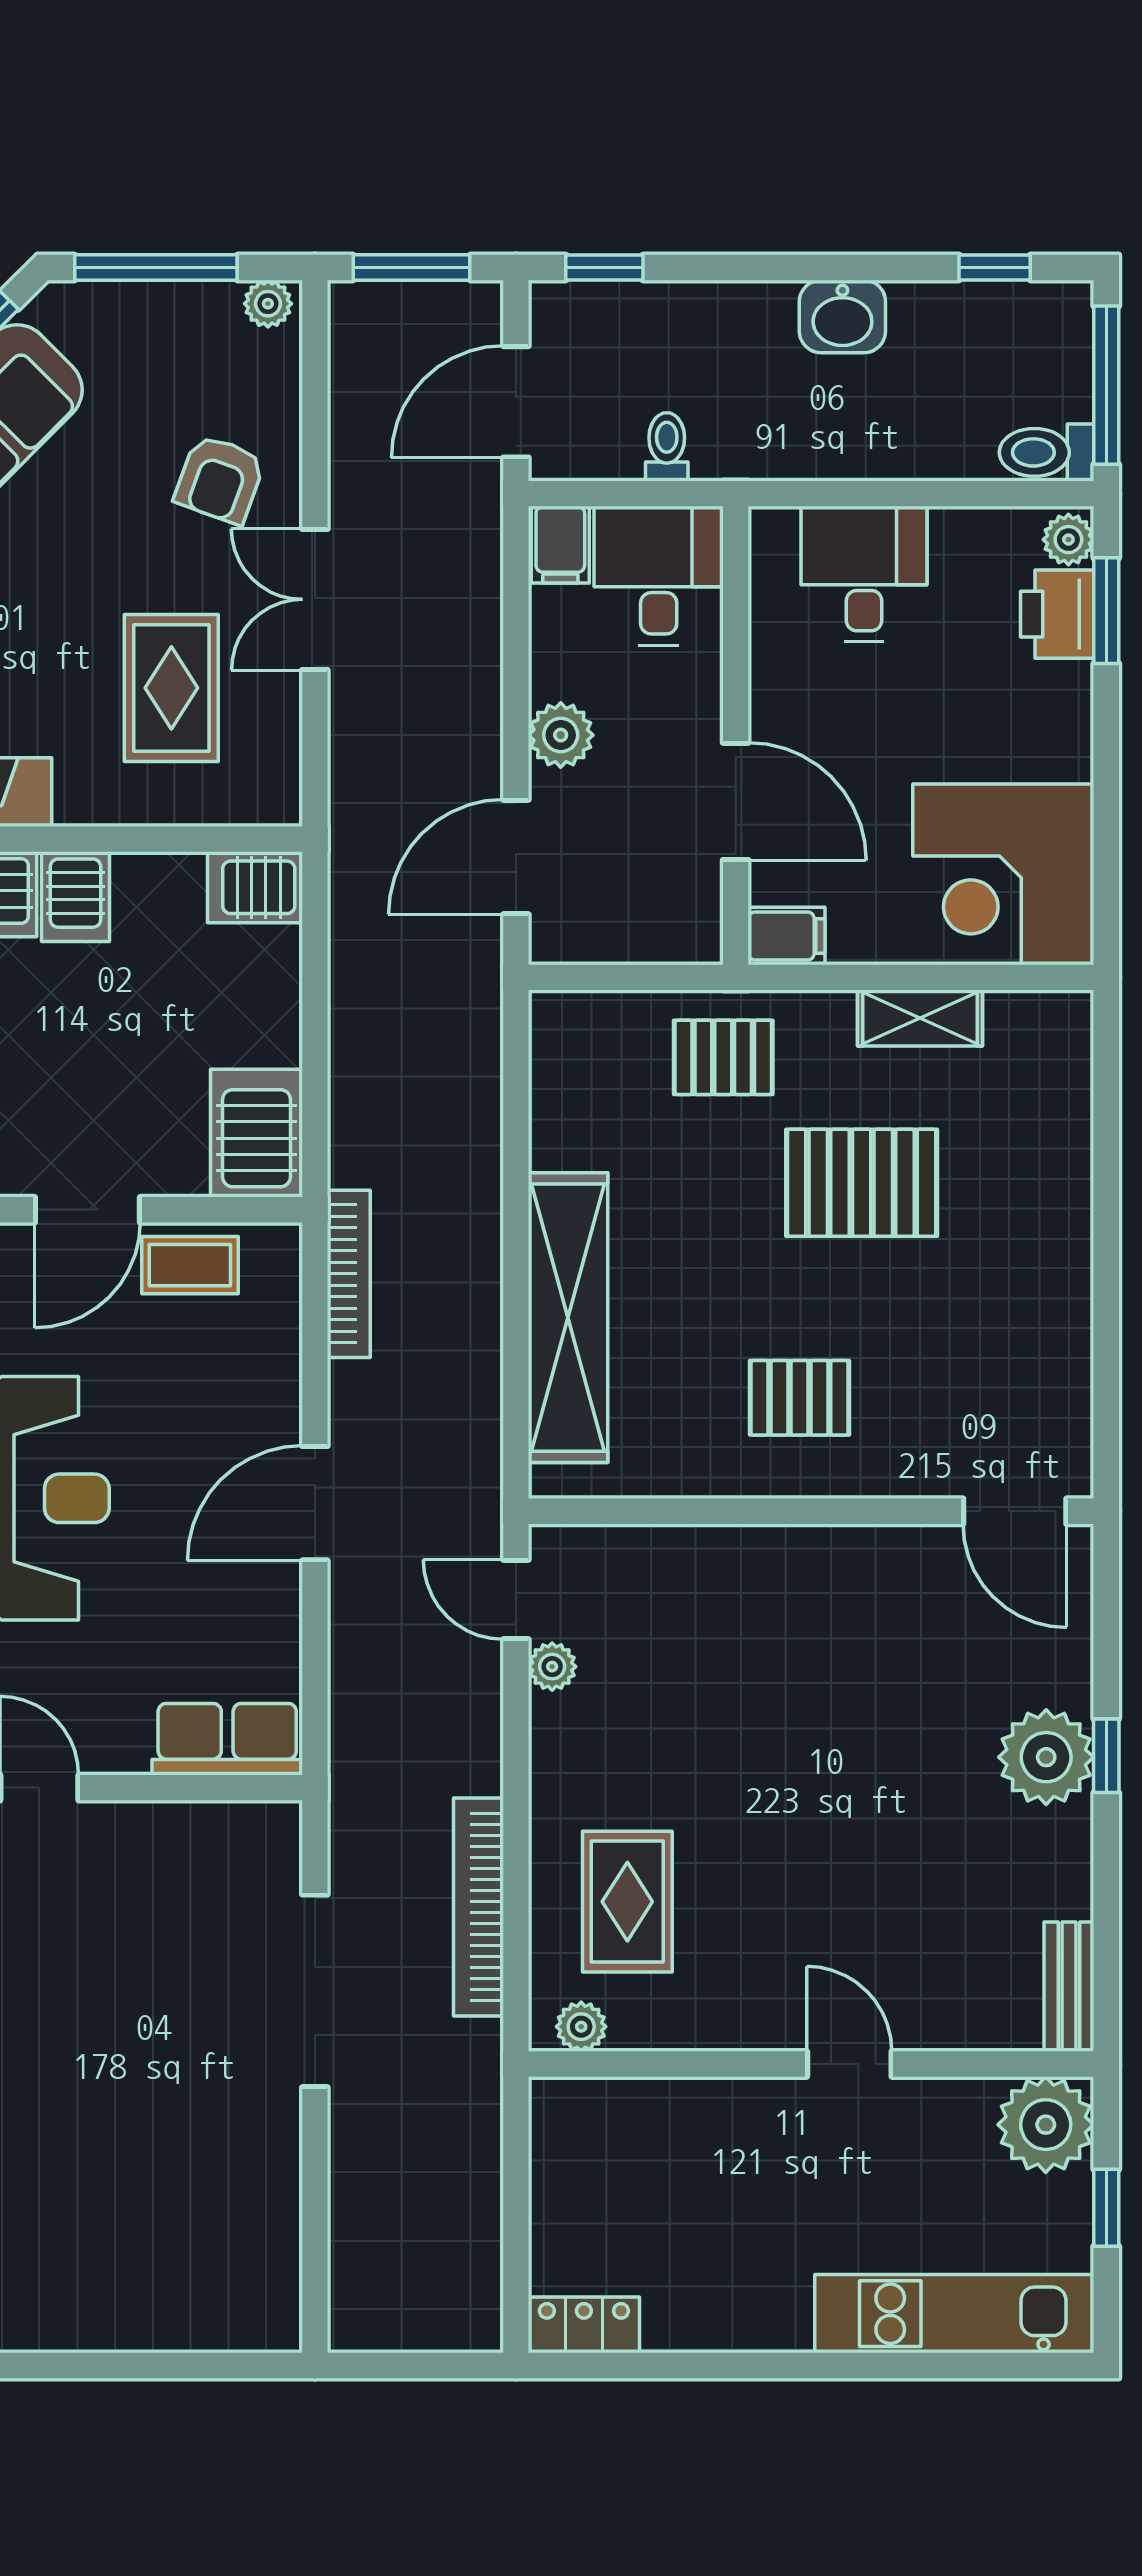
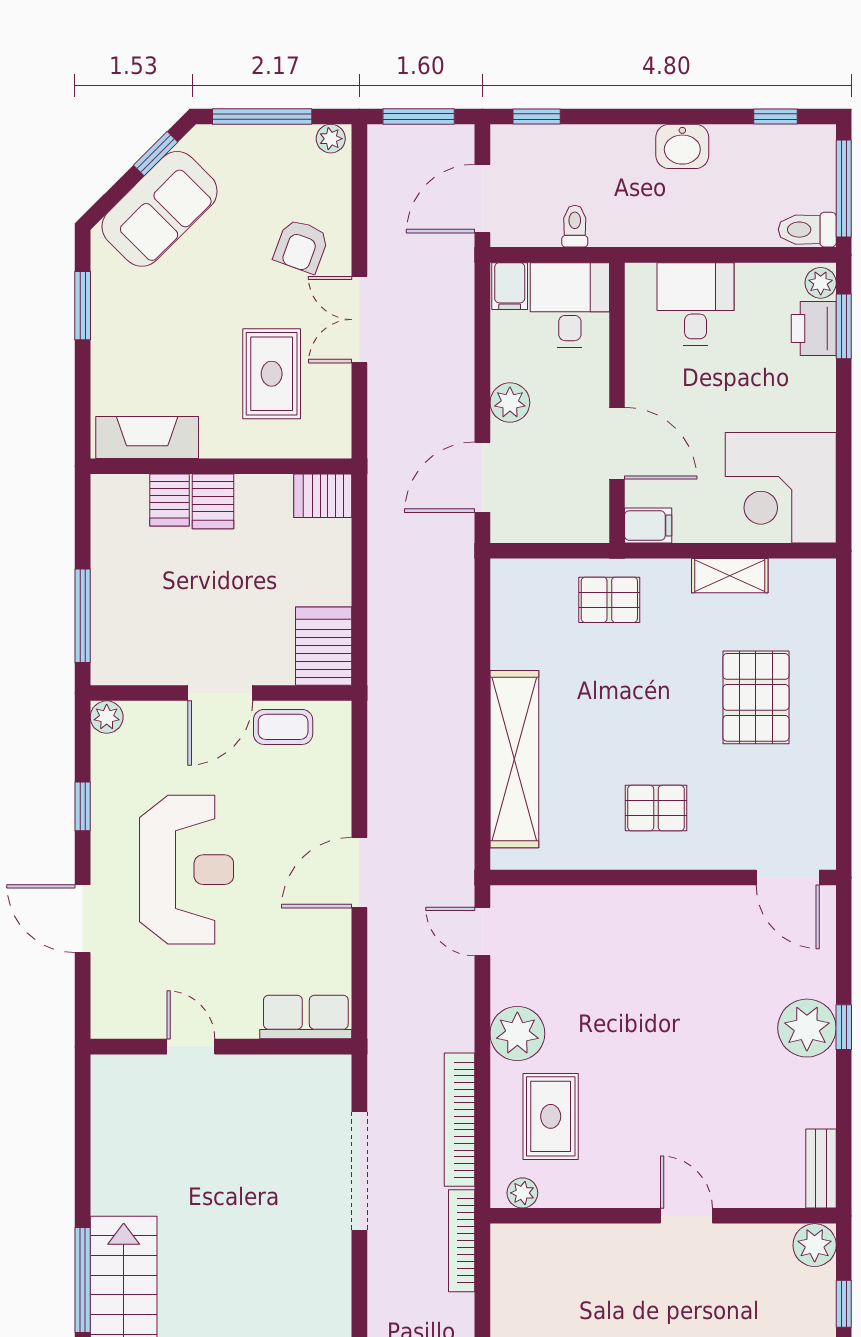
pallet: (862, 1183) -> (756, 697), moved, turned 90
bookcase: (349, 1274) -> (462, 1241), moved, turned 180
plant: (552, 1667) -> (517, 1033), moved, width x1.87, depth x1.87
plant: (1046, 2125) -> (815, 1245), width x0.73, depth x0.73

